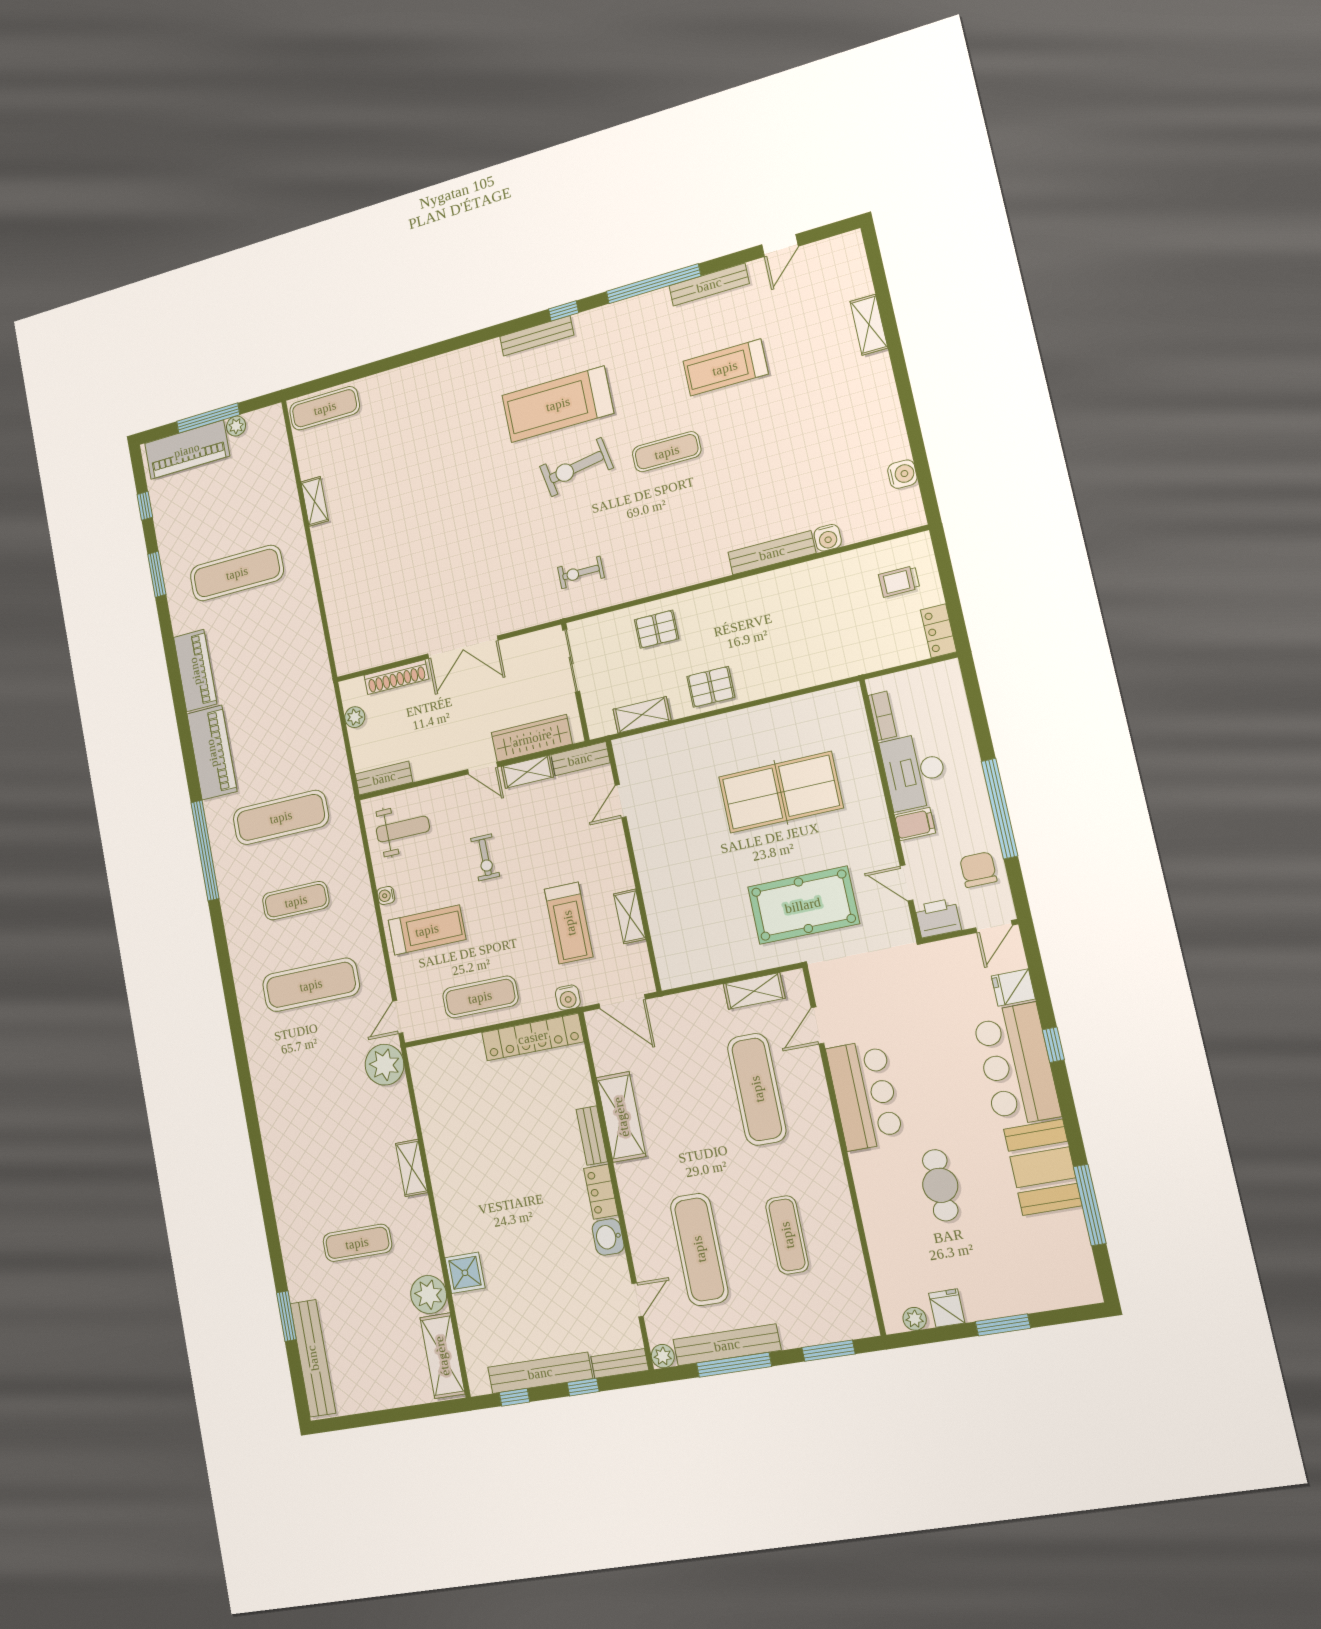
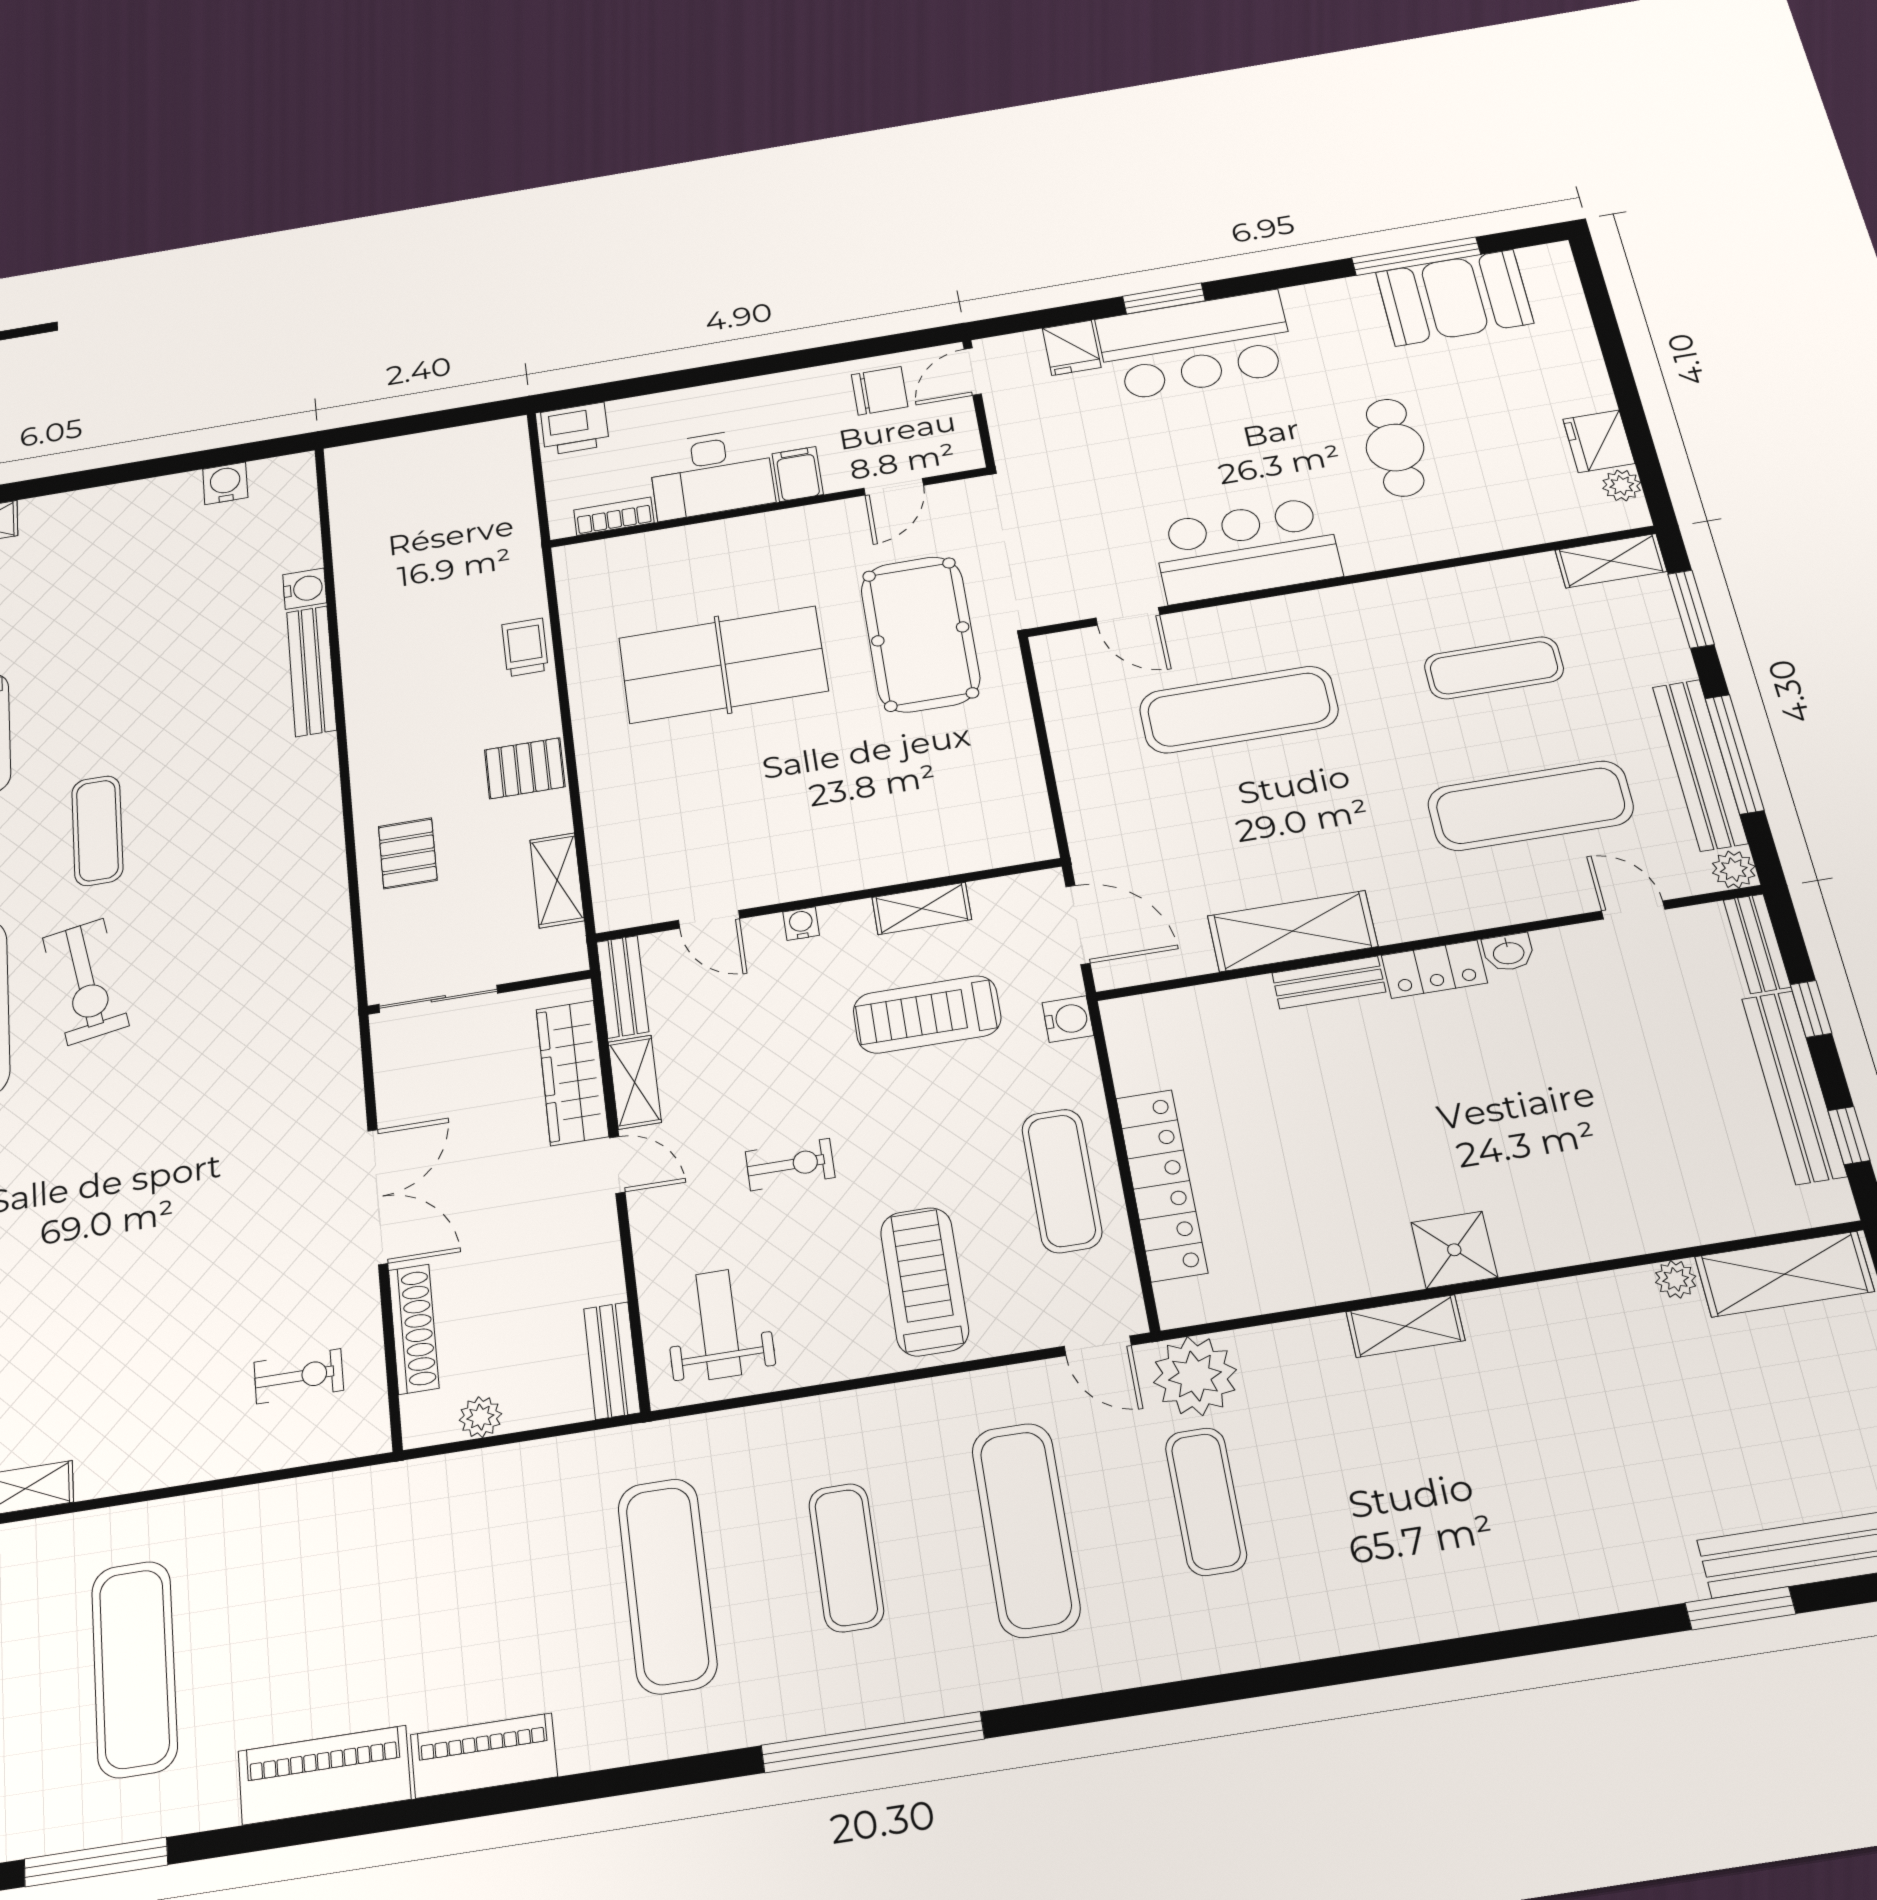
exercise bike: (581, 572) -> (299, 1376), moved, turned -90
window: (157, 574) -> (96, 1862), width x1.44
trolley: (899, 581) -> (525, 647), moved, turned 180
locker: (939, 631) -> (488, 438), removed
pallet: (711, 687) -> (525, 768), turned 90
piano: (212, 753) -> (484, 1756), width x0.73, depth x0.75
door: (483, 768) -> (617, 1165), hinge flipped
table tennis table: (781, 792) -> (723, 664), turned 90
window: (1000, 809) -> (785, 362), removed
window: (205, 850) -> (873, 1742), moved
chair: (978, 870) -> (880, 391), turned 180
water cooler: (386, 895) -> (801, 924), moved, turned 180
printer: (938, 918) -> (575, 429), moved, turned -90
treadmill: (569, 923) -> (927, 1014), turned 180
door: (994, 926) -> (973, 372), swing flipped
shelving: (754, 991) -> (1611, 561), moved, turned 90
door: (622, 1001) -> (1078, 925), hinge flipped
locker: (533, 1037) -> (1161, 1185), moved
window: (1053, 1045) -> (1164, 299), width x1.50
booth: (1043, 1167) -> (1454, 298), moved
cafe table: (940, 1185) -> (1395, 447), turned 90
washbasin: (608, 1237) -> (1508, 952), width x0.72, depth x0.69
exercise mat: (357, 1243) -> (1206, 1501), moved
shower: (465, 1273) -> (1454, 1250), moved
plant: (429, 1295) -> (1676, 1279), width x0.53, depth x0.53
fridge: (947, 1308) -> (1599, 441), width x1.38
window: (1003, 1325) -> (1619, 367), removed

